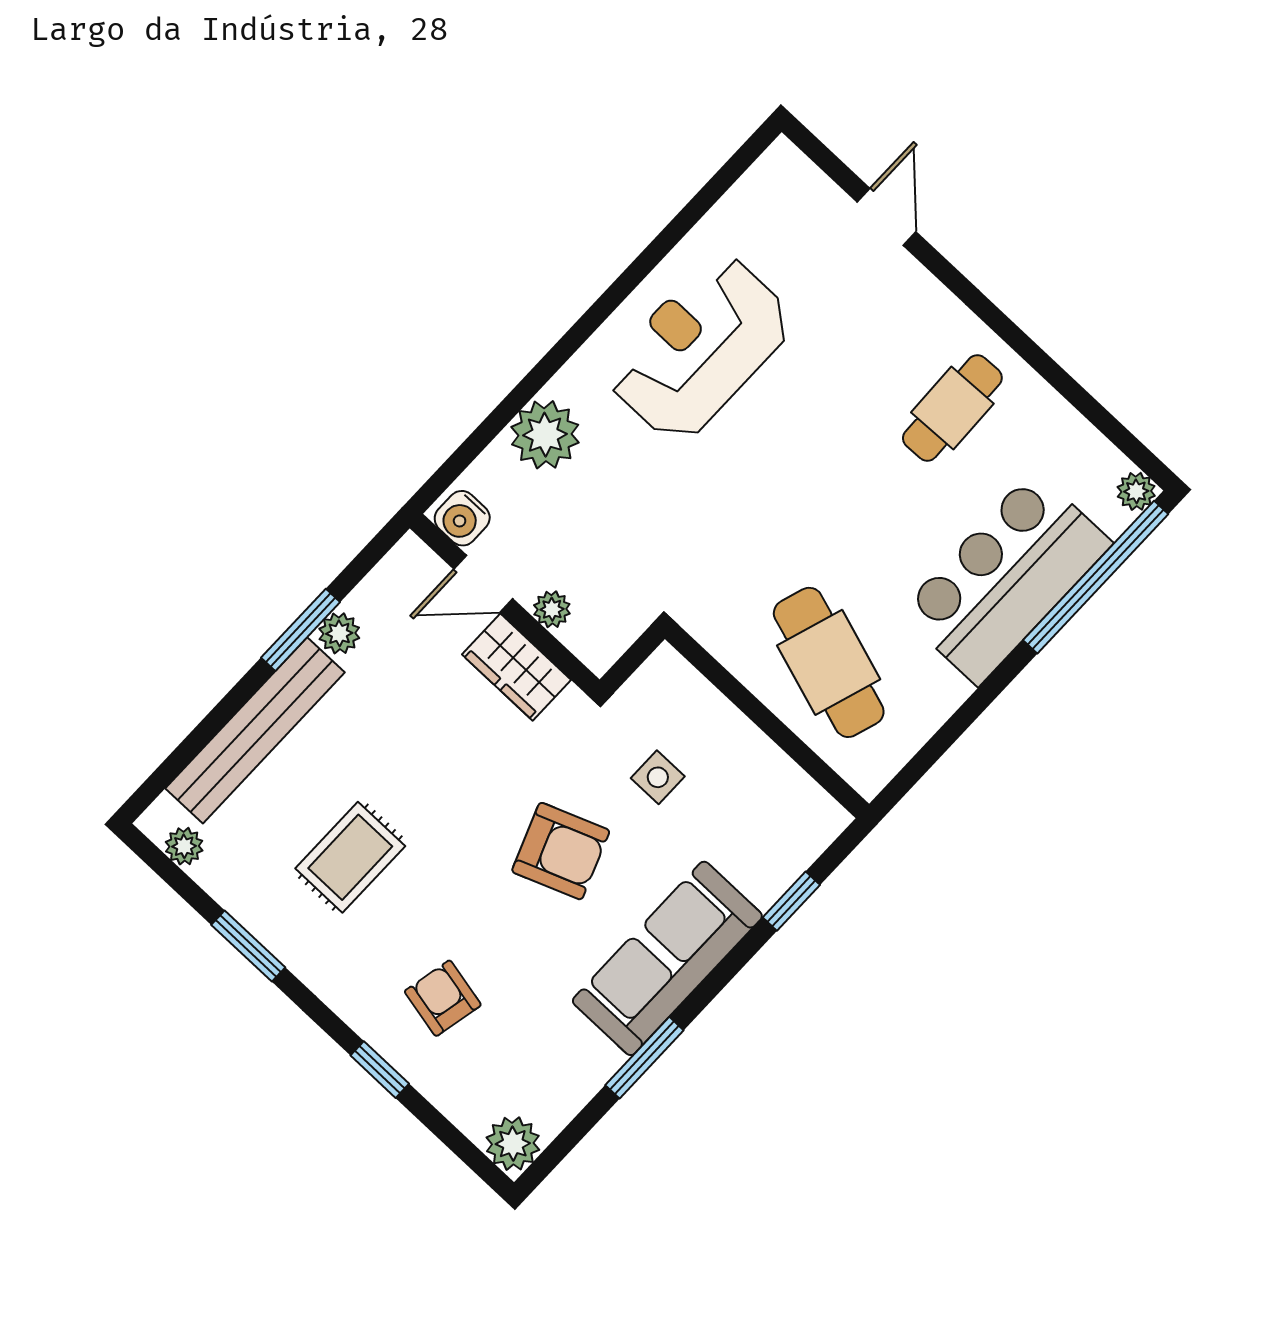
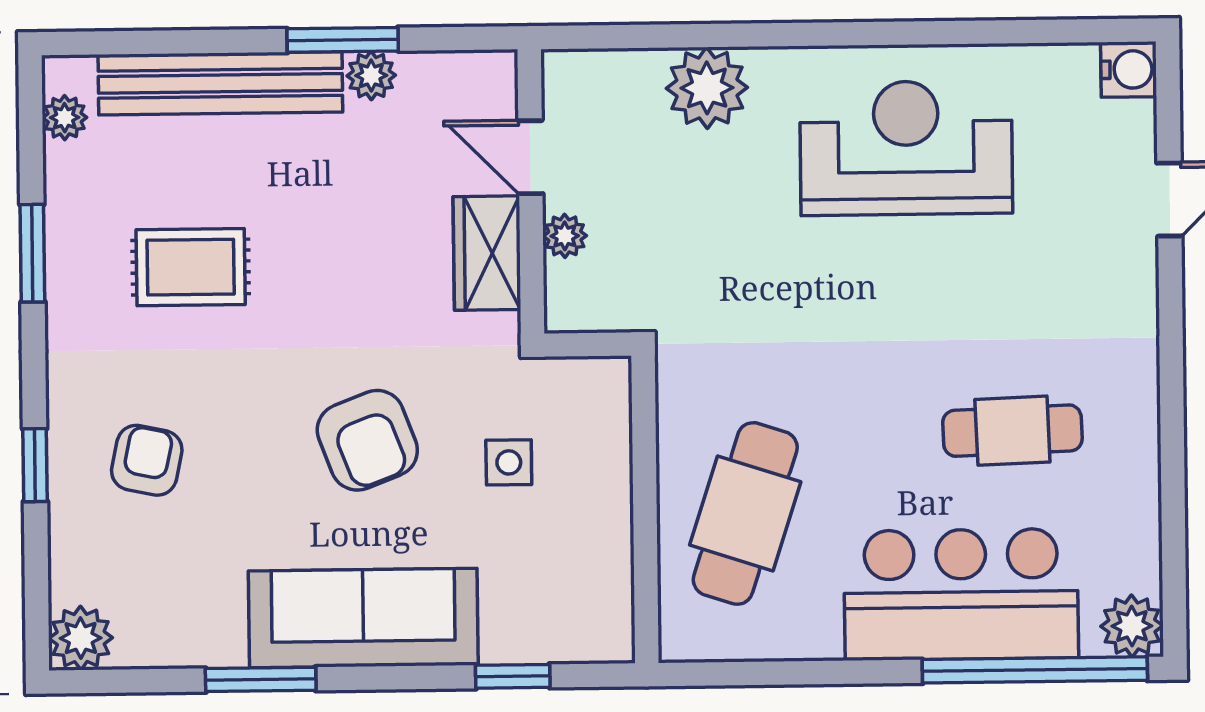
cafe table: (952, 408) -> (1012, 431), moved
plant: (1136, 491) -> (1132, 626), width x1.38, depth x1.38
water cooler: (462, 518) -> (1129, 70), moved, turned 180

